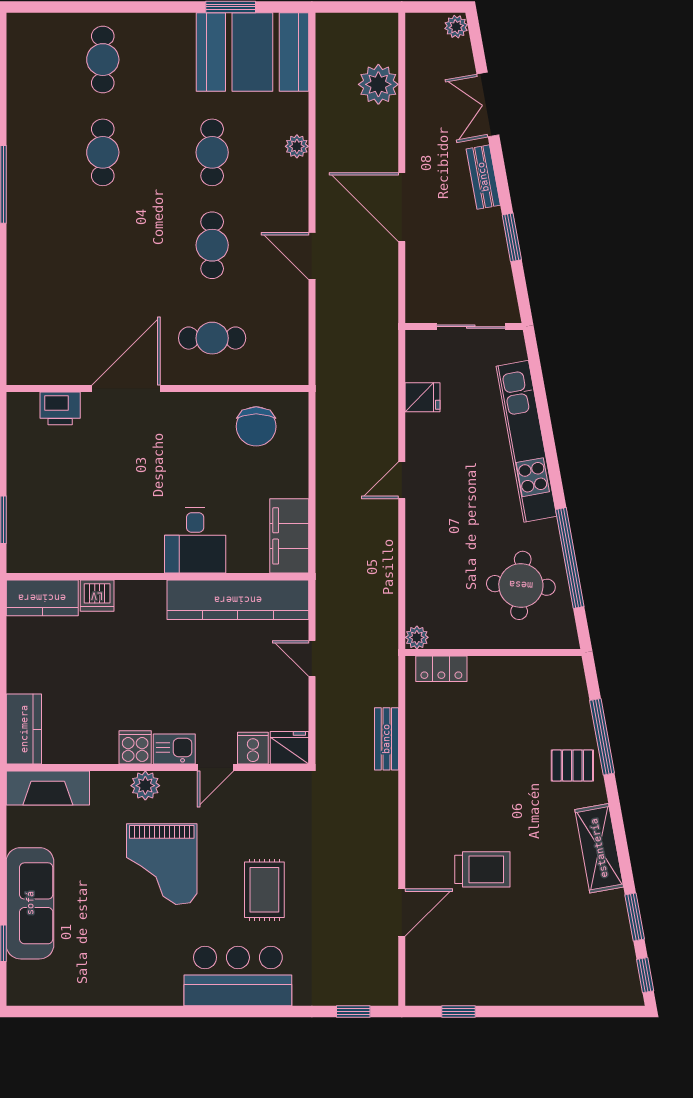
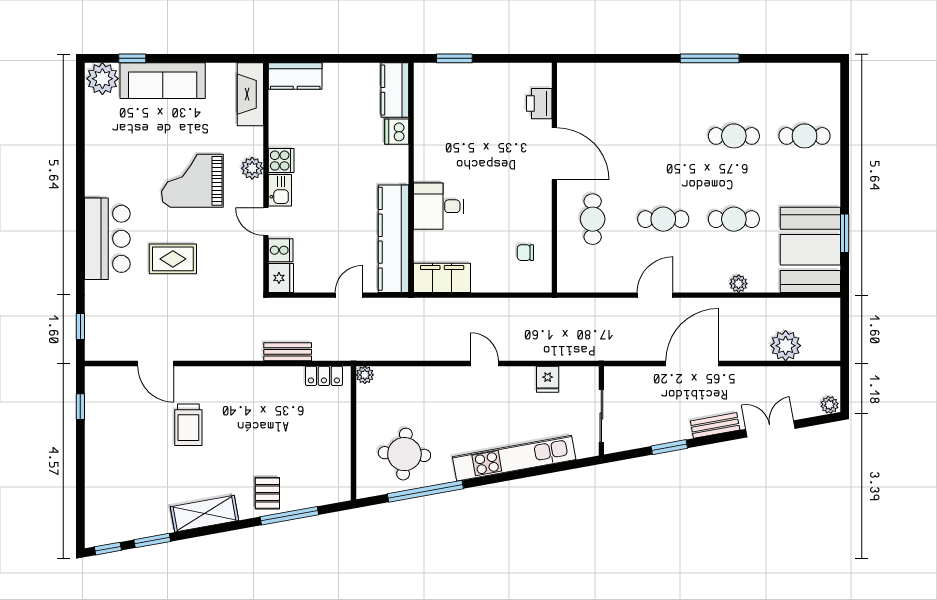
chair: (256, 426) -> (525, 253), width x0.54, depth x0.54
locker: (441, 669) -> (324, 376), moved, turned -90
plant: (27, 982) -> (102, 79), added

